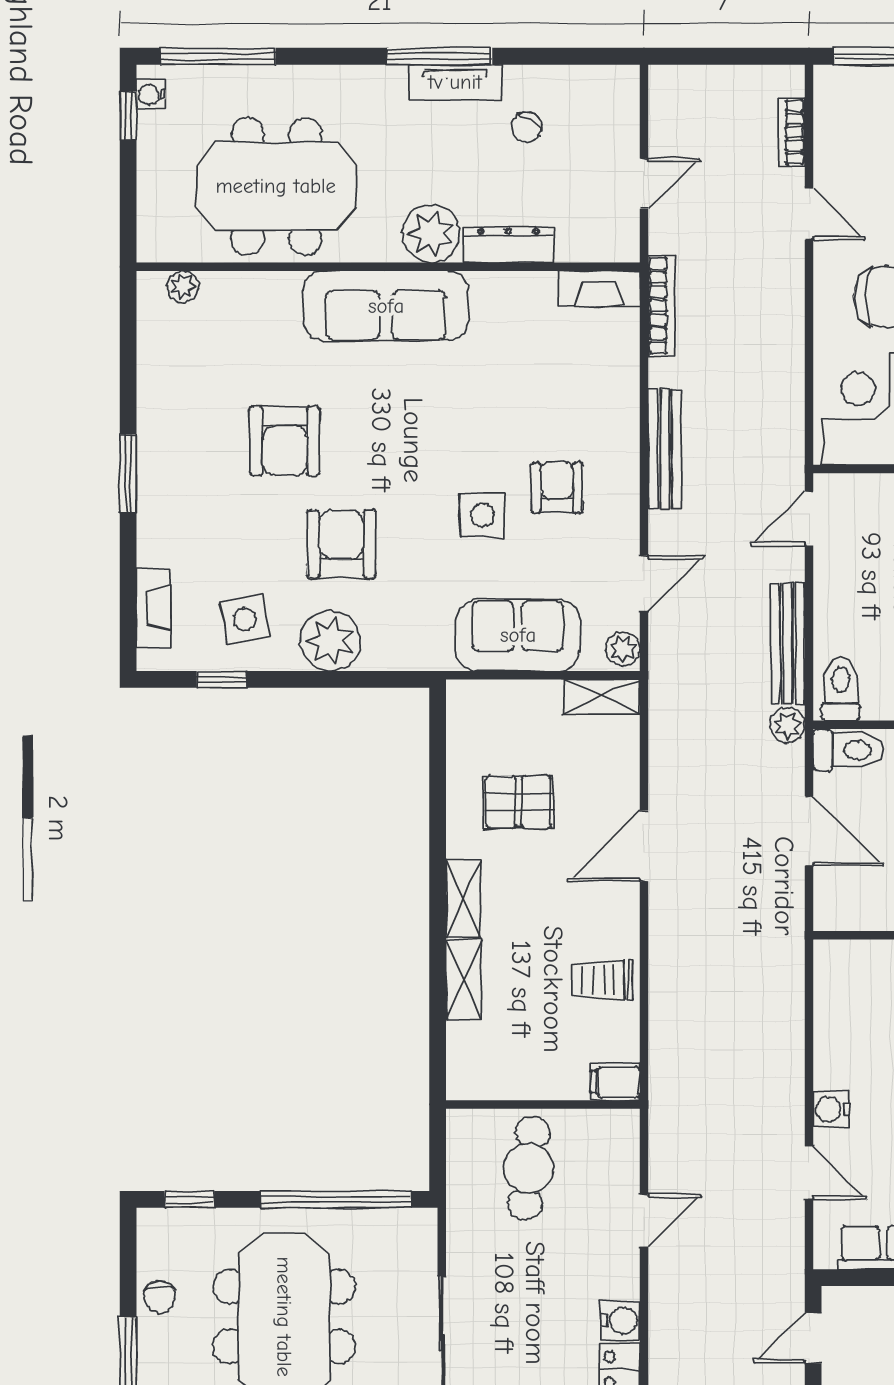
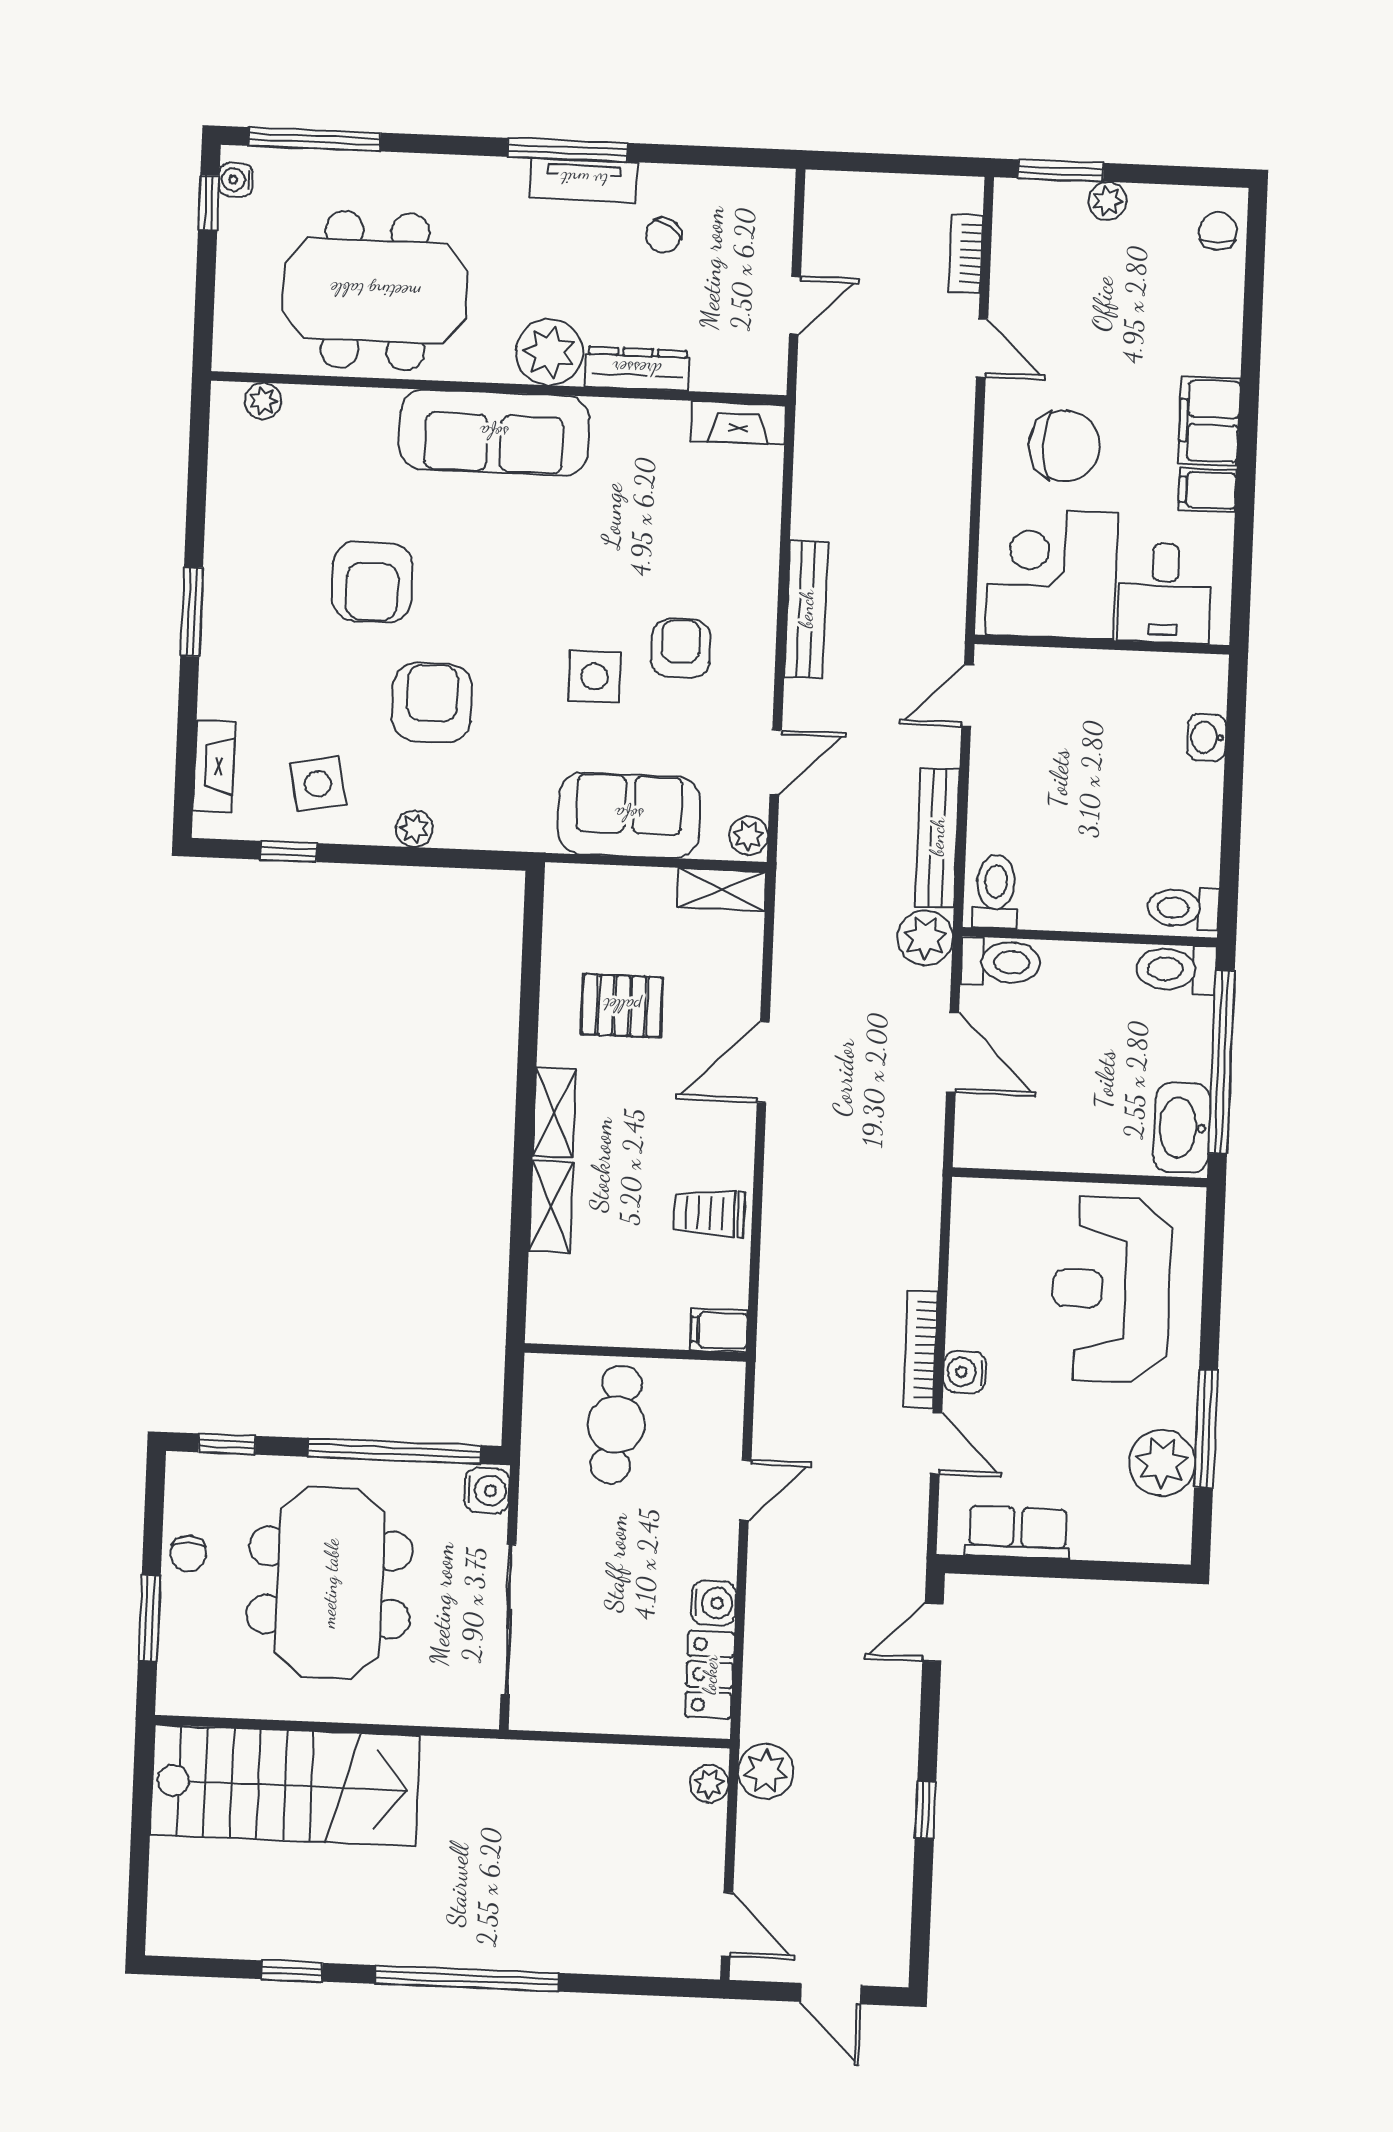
bookcase: (661, 306) -> (920, 1349), moved, turned 180
plant: (331, 641) -> (414, 829), width x0.53, depth x0.53
plant: (787, 725) -> (925, 938), width x1.38, depth x1.38
water cooler: (418, 1230) -> (487, 1490), added

